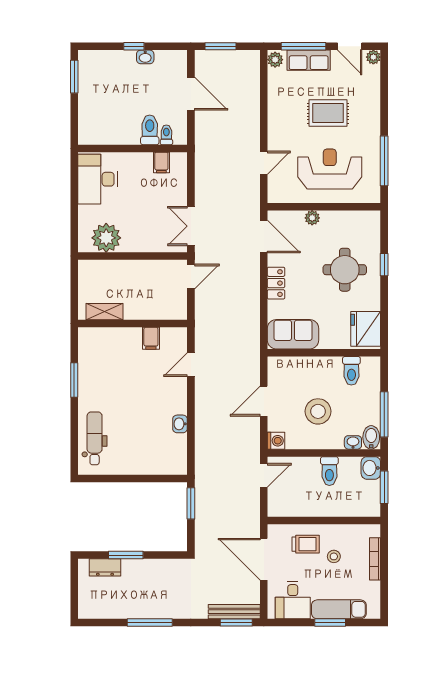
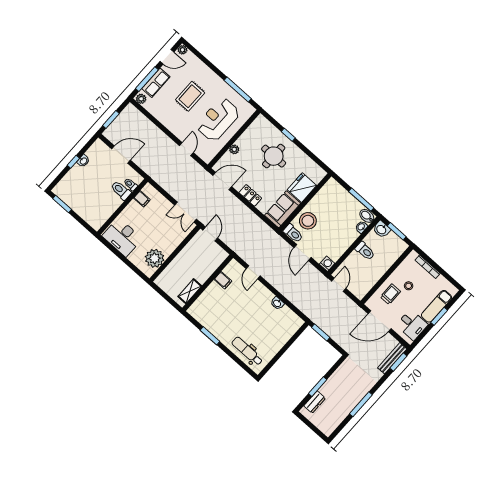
fridge: (366, 329) -> (302, 188), moved, turned 90
toilet: (351, 371) -> (293, 233), moved
stool: (318, 411) -> (308, 221), moved

